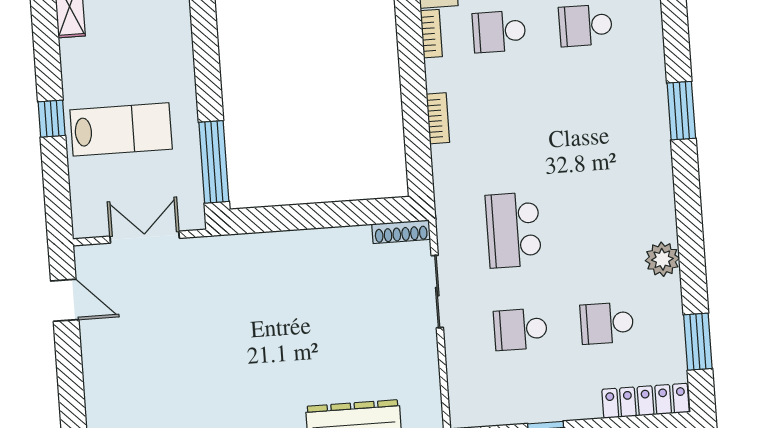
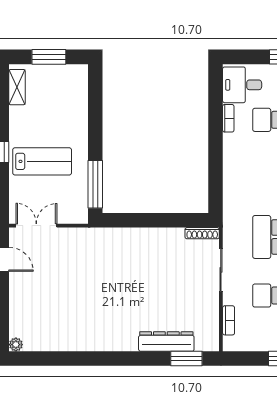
bookcase: (438, 118) -> (229, 320), moved
double door: (145, 237) -> (36, 226), moved

